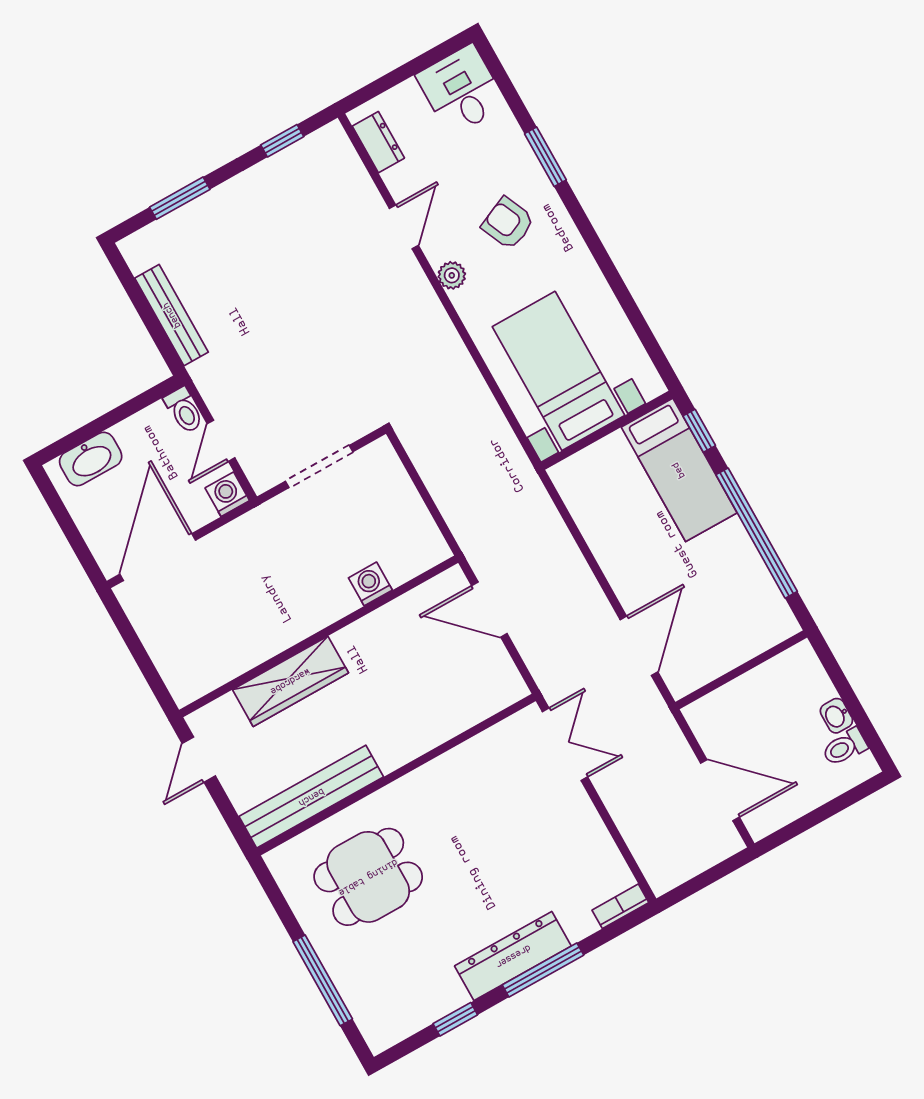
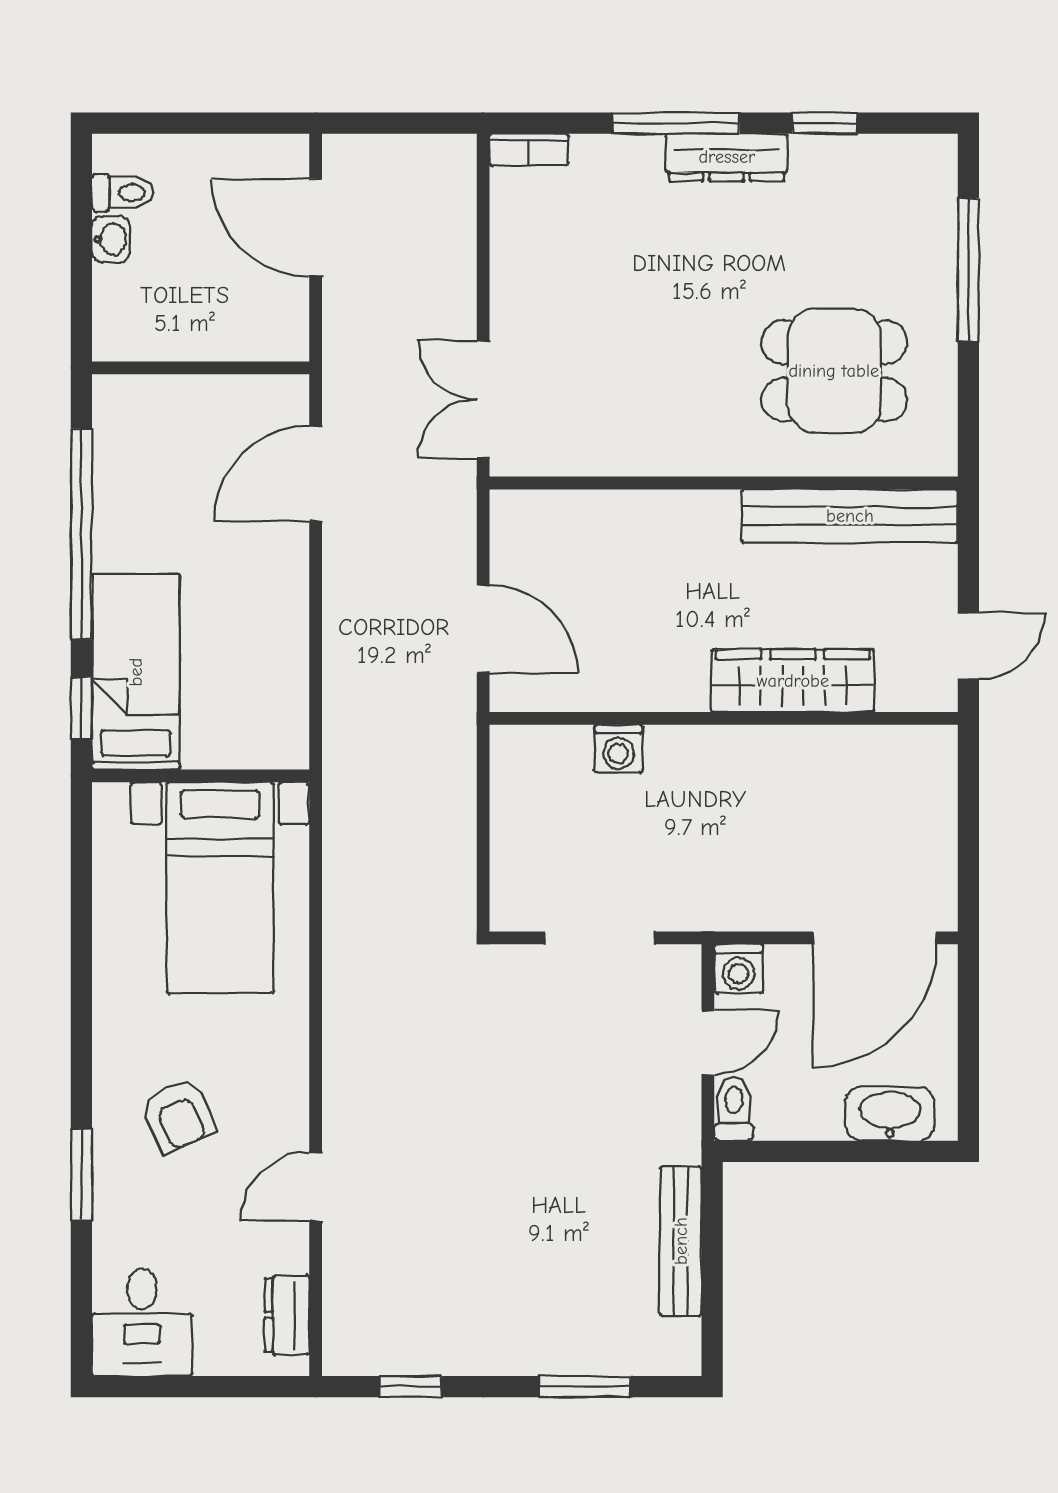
plant: (452, 275) -> (289, 1089), removed
dresser: (513, 956) -> (727, 157), width x0.73, depth x0.80

